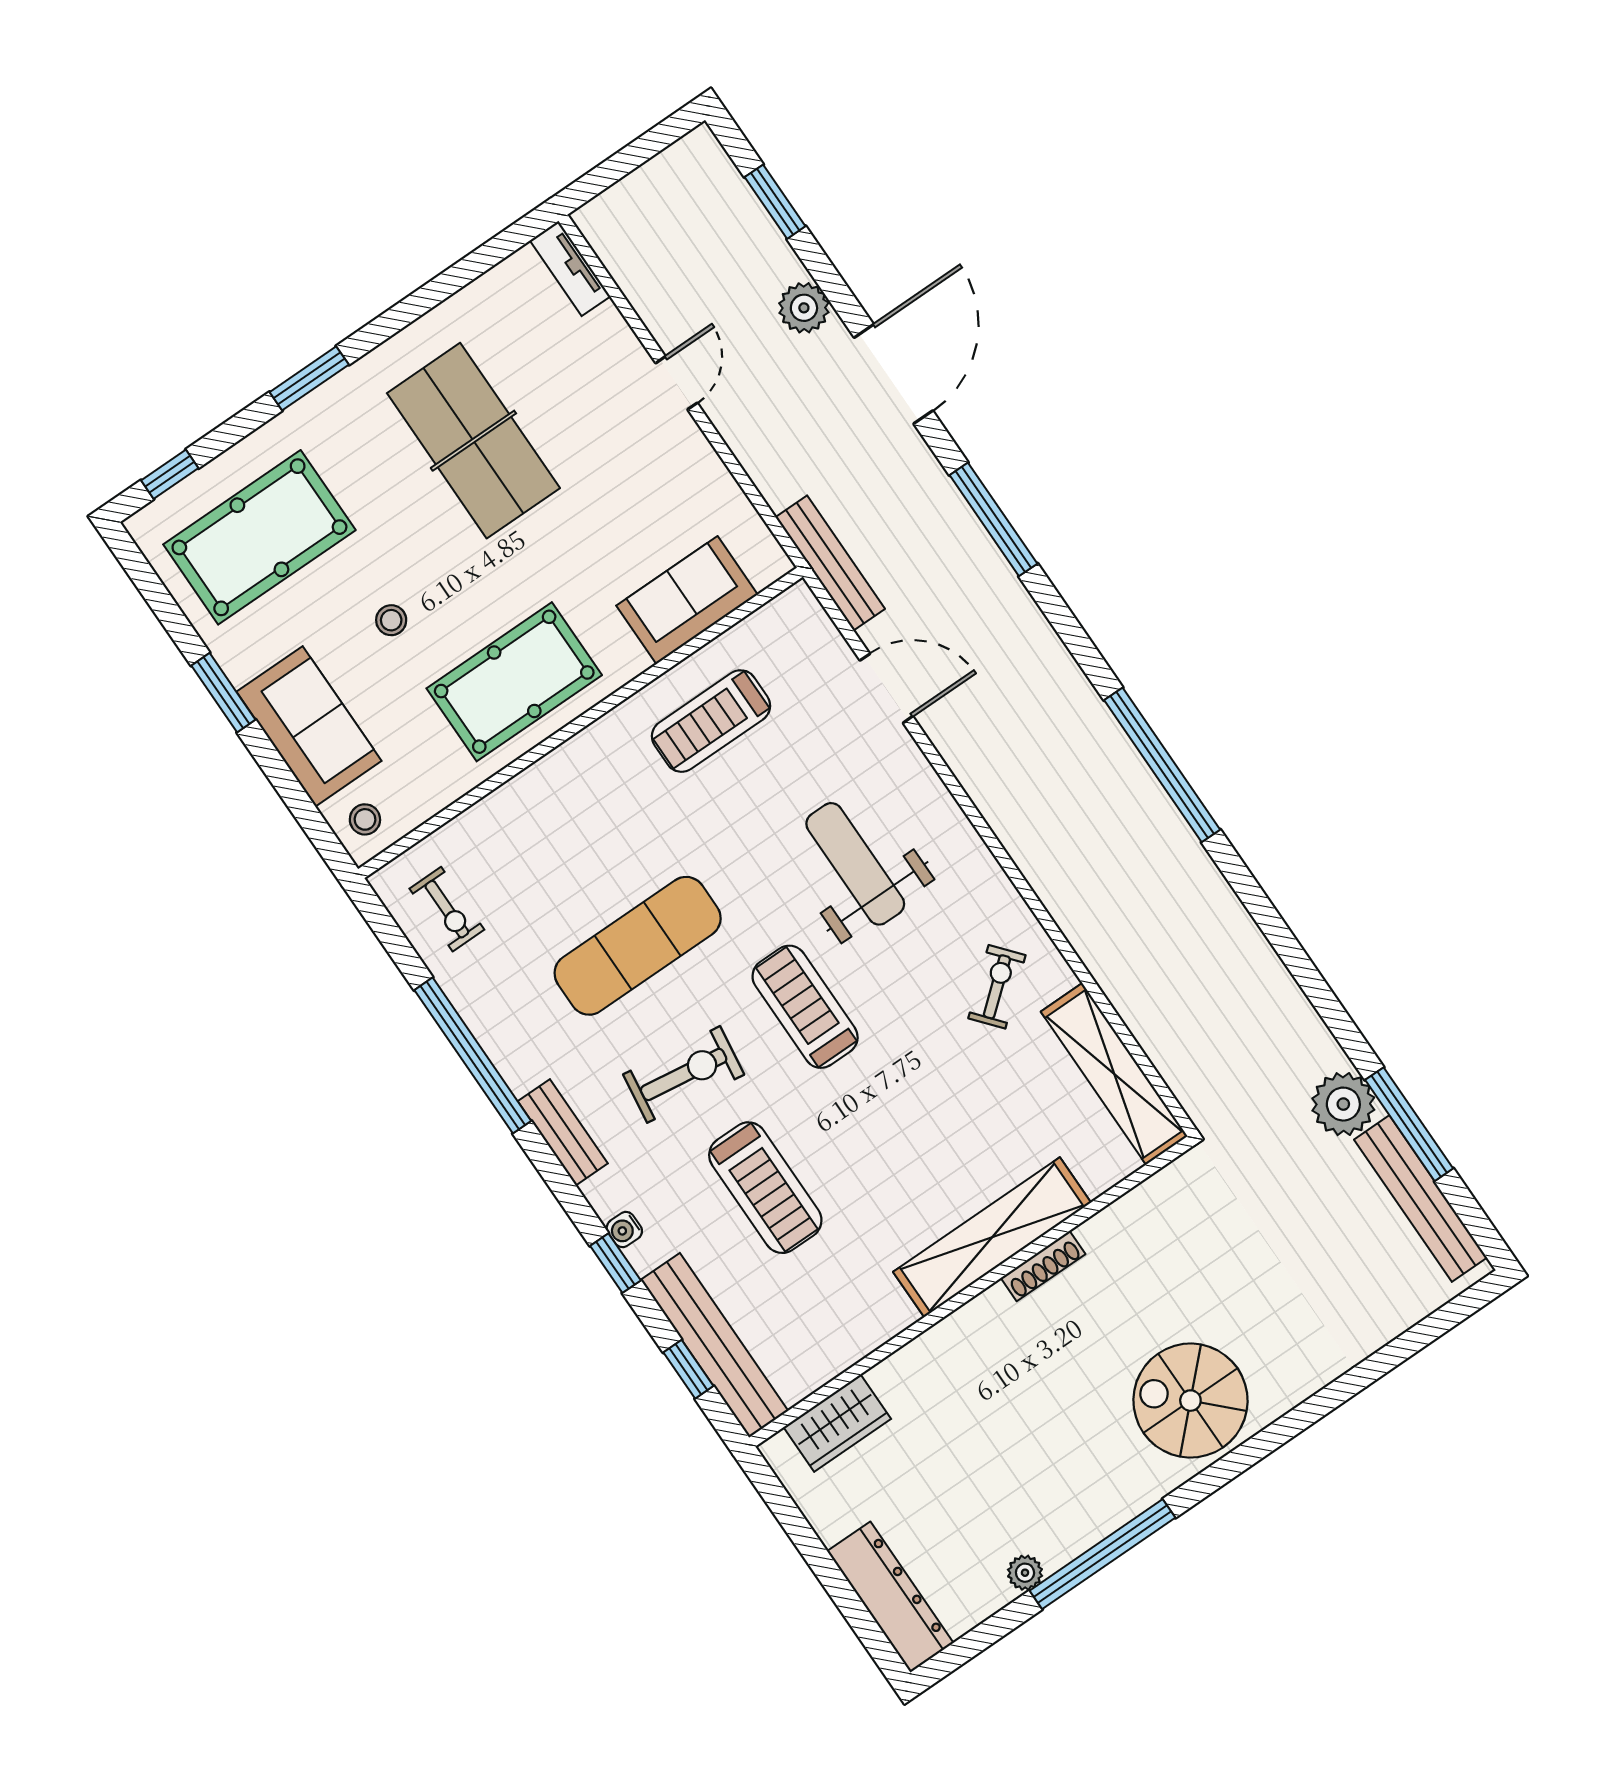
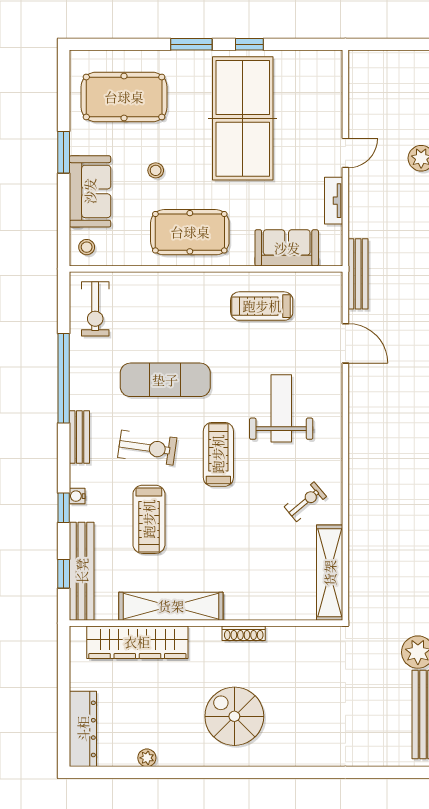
tv unit: (570, 268) -> (334, 201), moved
table tennis table: (473, 441) -> (243, 118), width x1.36, depth x1.32
window: (170, 474) -> (249, 44), moved
exercise bike: (447, 909) -> (95, 309), width x1.38, depth x1.39
shelving: (992, 1237) -> (171, 606), moved
spiral stairs: (1190, 1401) -> (234, 716), moved
wardrobe: (837, 1423) -> (137, 642), width x2.10, depth x1.17
window: (1102, 1554) -> (185, 772), removed

